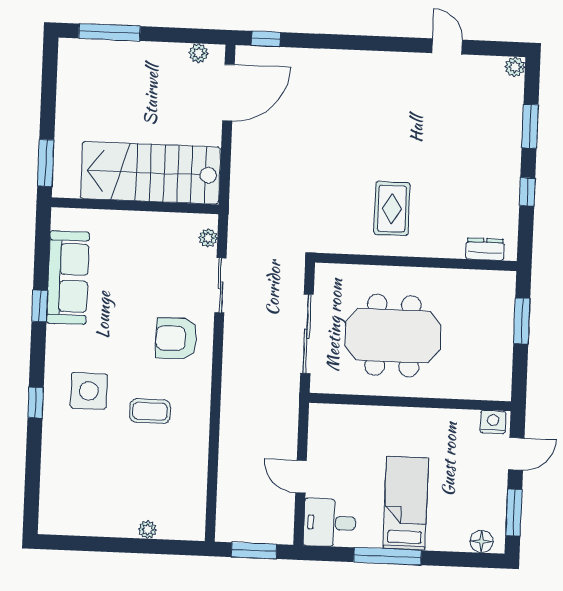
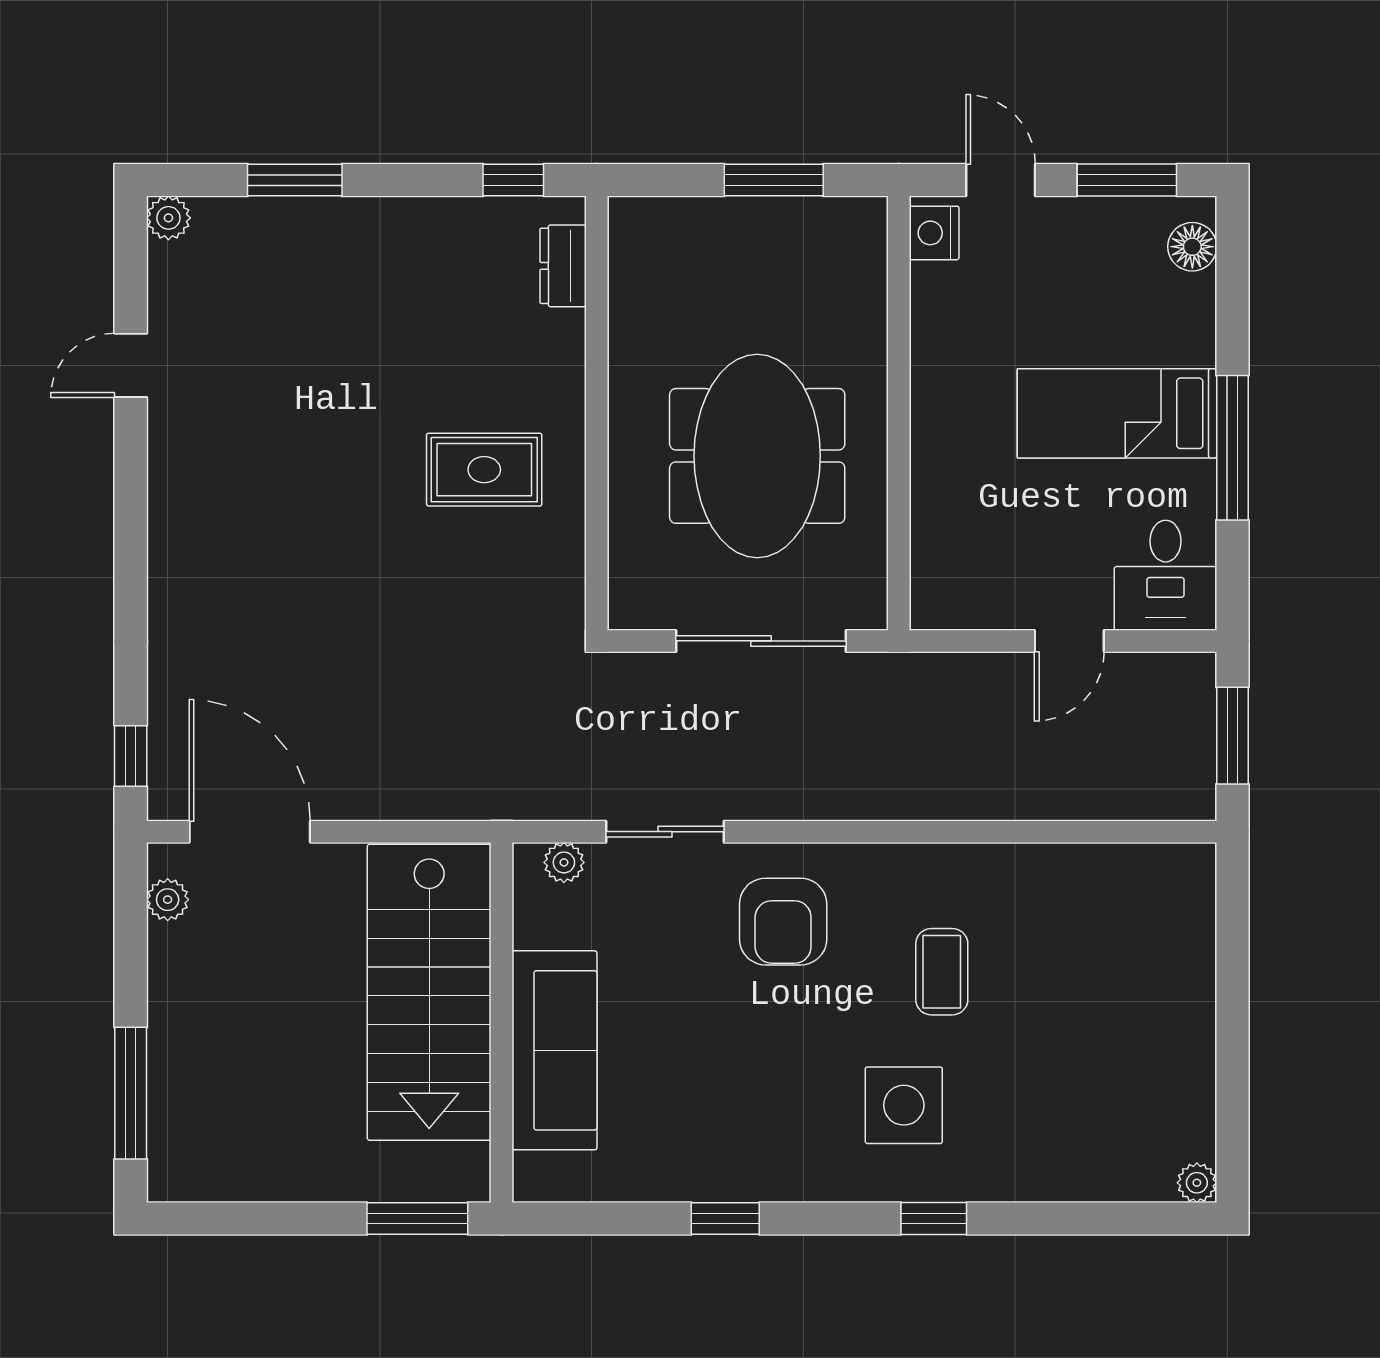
window: (527, 192) -> (513, 180), moved
sofa: (68, 278) -> (554, 1050), moved, turned 90
window: (522, 321) -> (774, 180), moved
plant: (148, 530) -> (1197, 1183), moved

